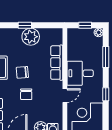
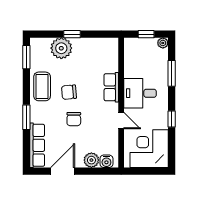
plant: (31, 37) -> (61, 48), moved
row of seats: (57, 63) -> (111, 87), width x0.68
door: (65, 96) -> (121, 121), hinge flipped

